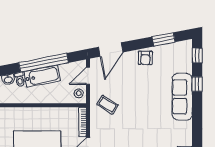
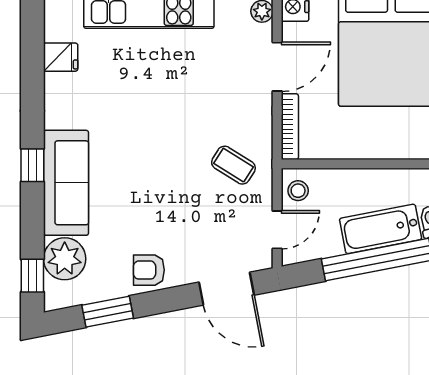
door: (111, 50) -> (226, 289), swing flipped
armchair: (145, 58) -> (149, 270), turned -90
plant: (183, 63) -> (65, 259), added
window: (197, 84) -> (32, 165), moved

